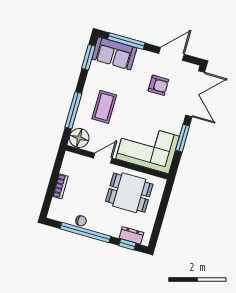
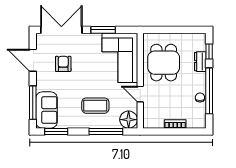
dresser: (131, 235) -> (200, 62), moved

